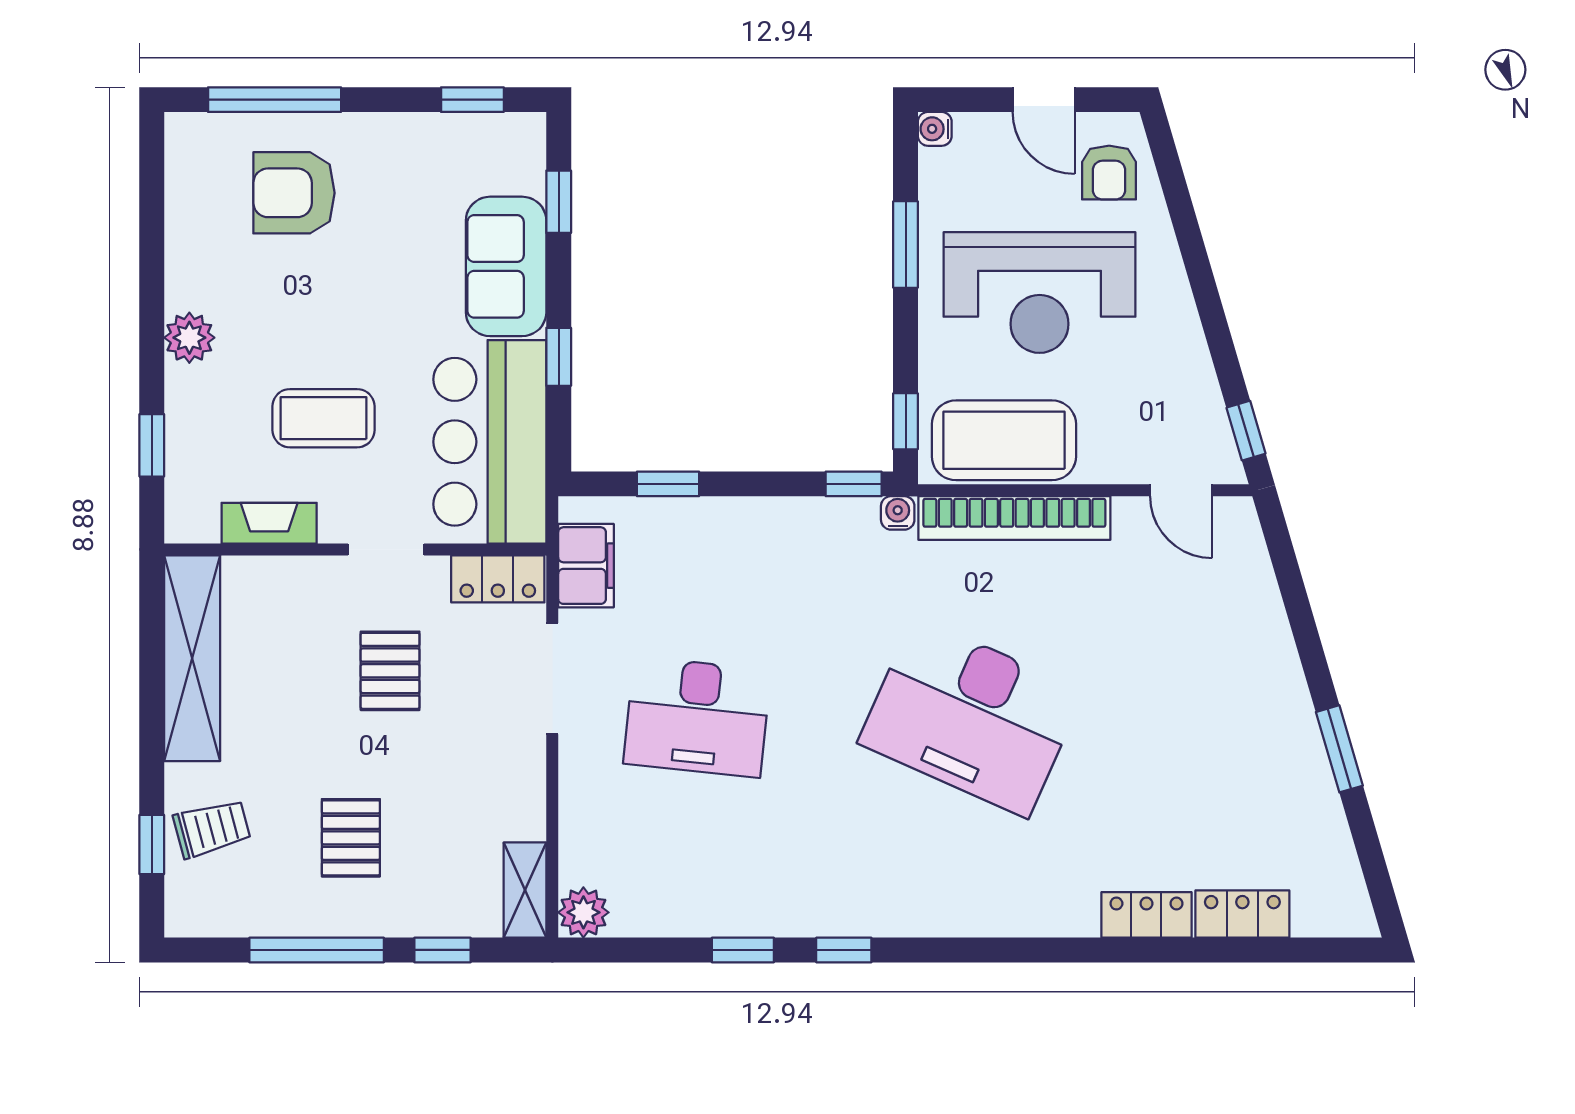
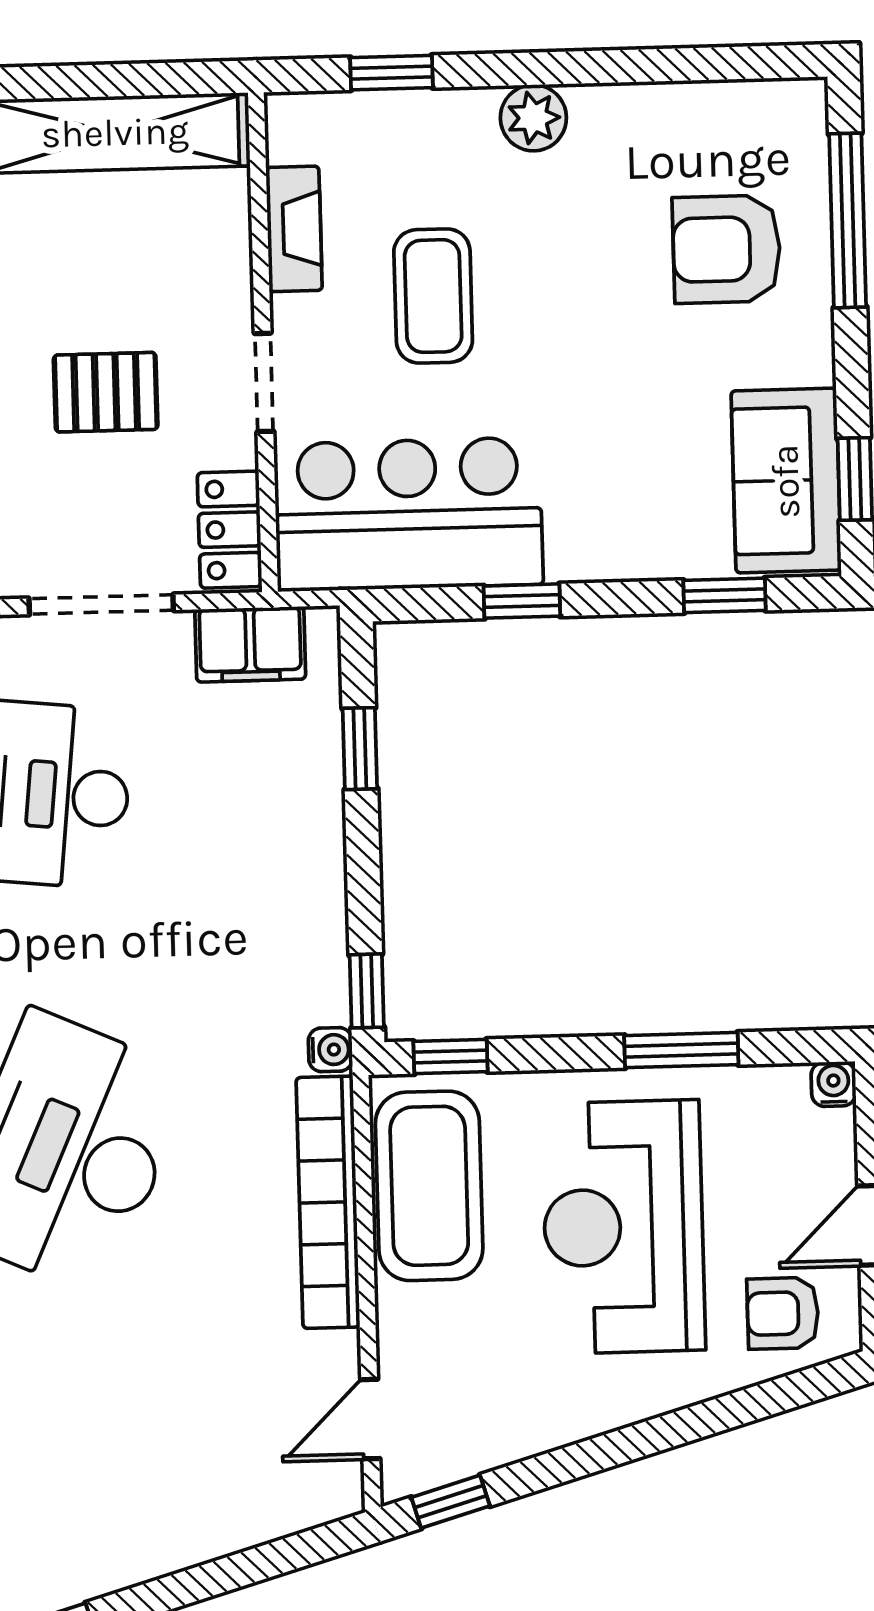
armchair: (294, 193) -> (727, 249), turned -90
sofa: (506, 266) -> (786, 481), moved, turned -90

